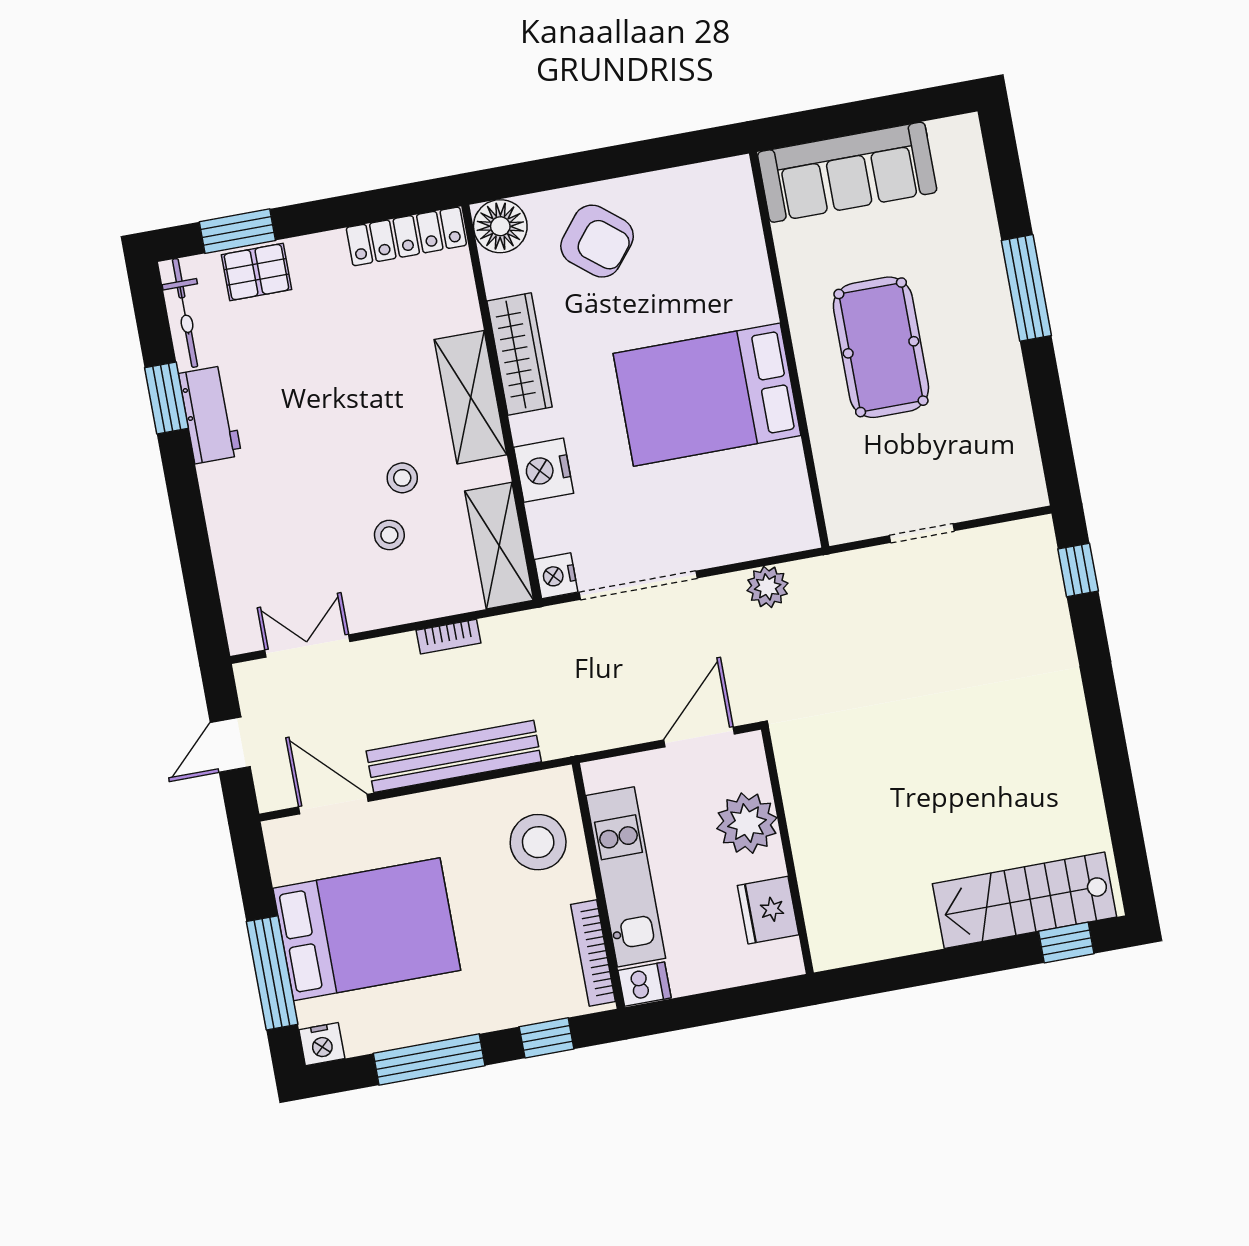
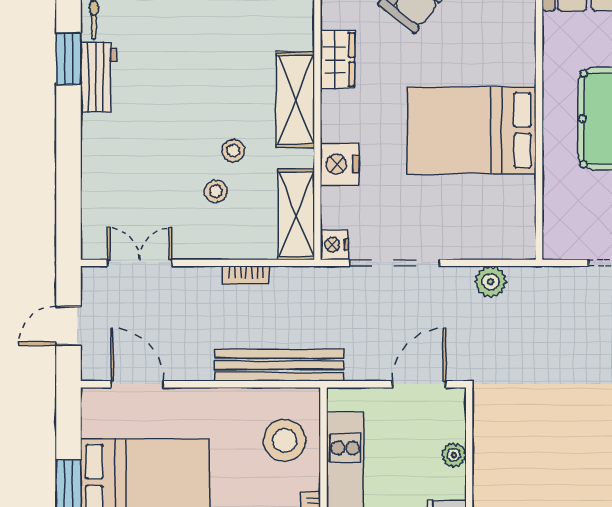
wardrobe: (519, 354) -> (338, 60), width x0.67
bench: (454, 756) -> (279, 365), moved
plant: (747, 823) -> (454, 455), width x0.53, depth x0.53

